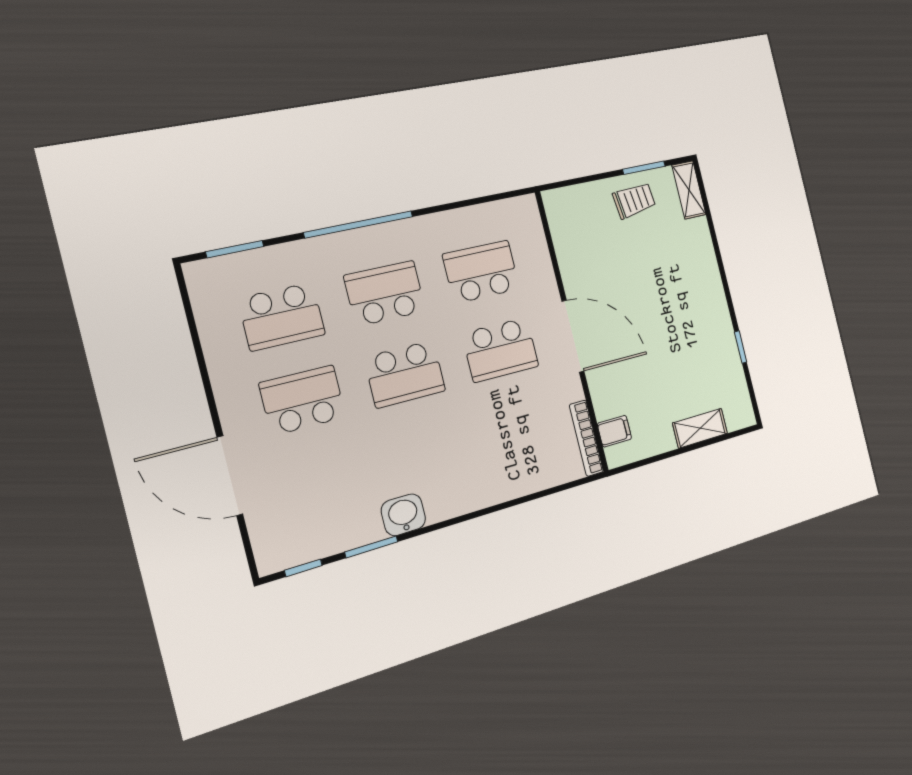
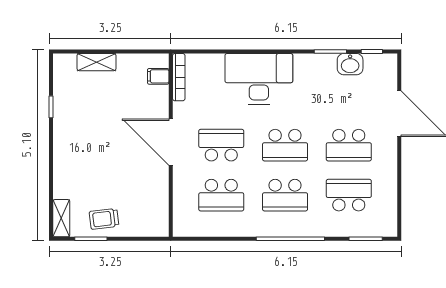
school desk: (405, 374) -> (285, 145), turned 180
desk: (471, 469) -> (259, 79), added
washbasin: (403, 515) -> (350, 64), moved

